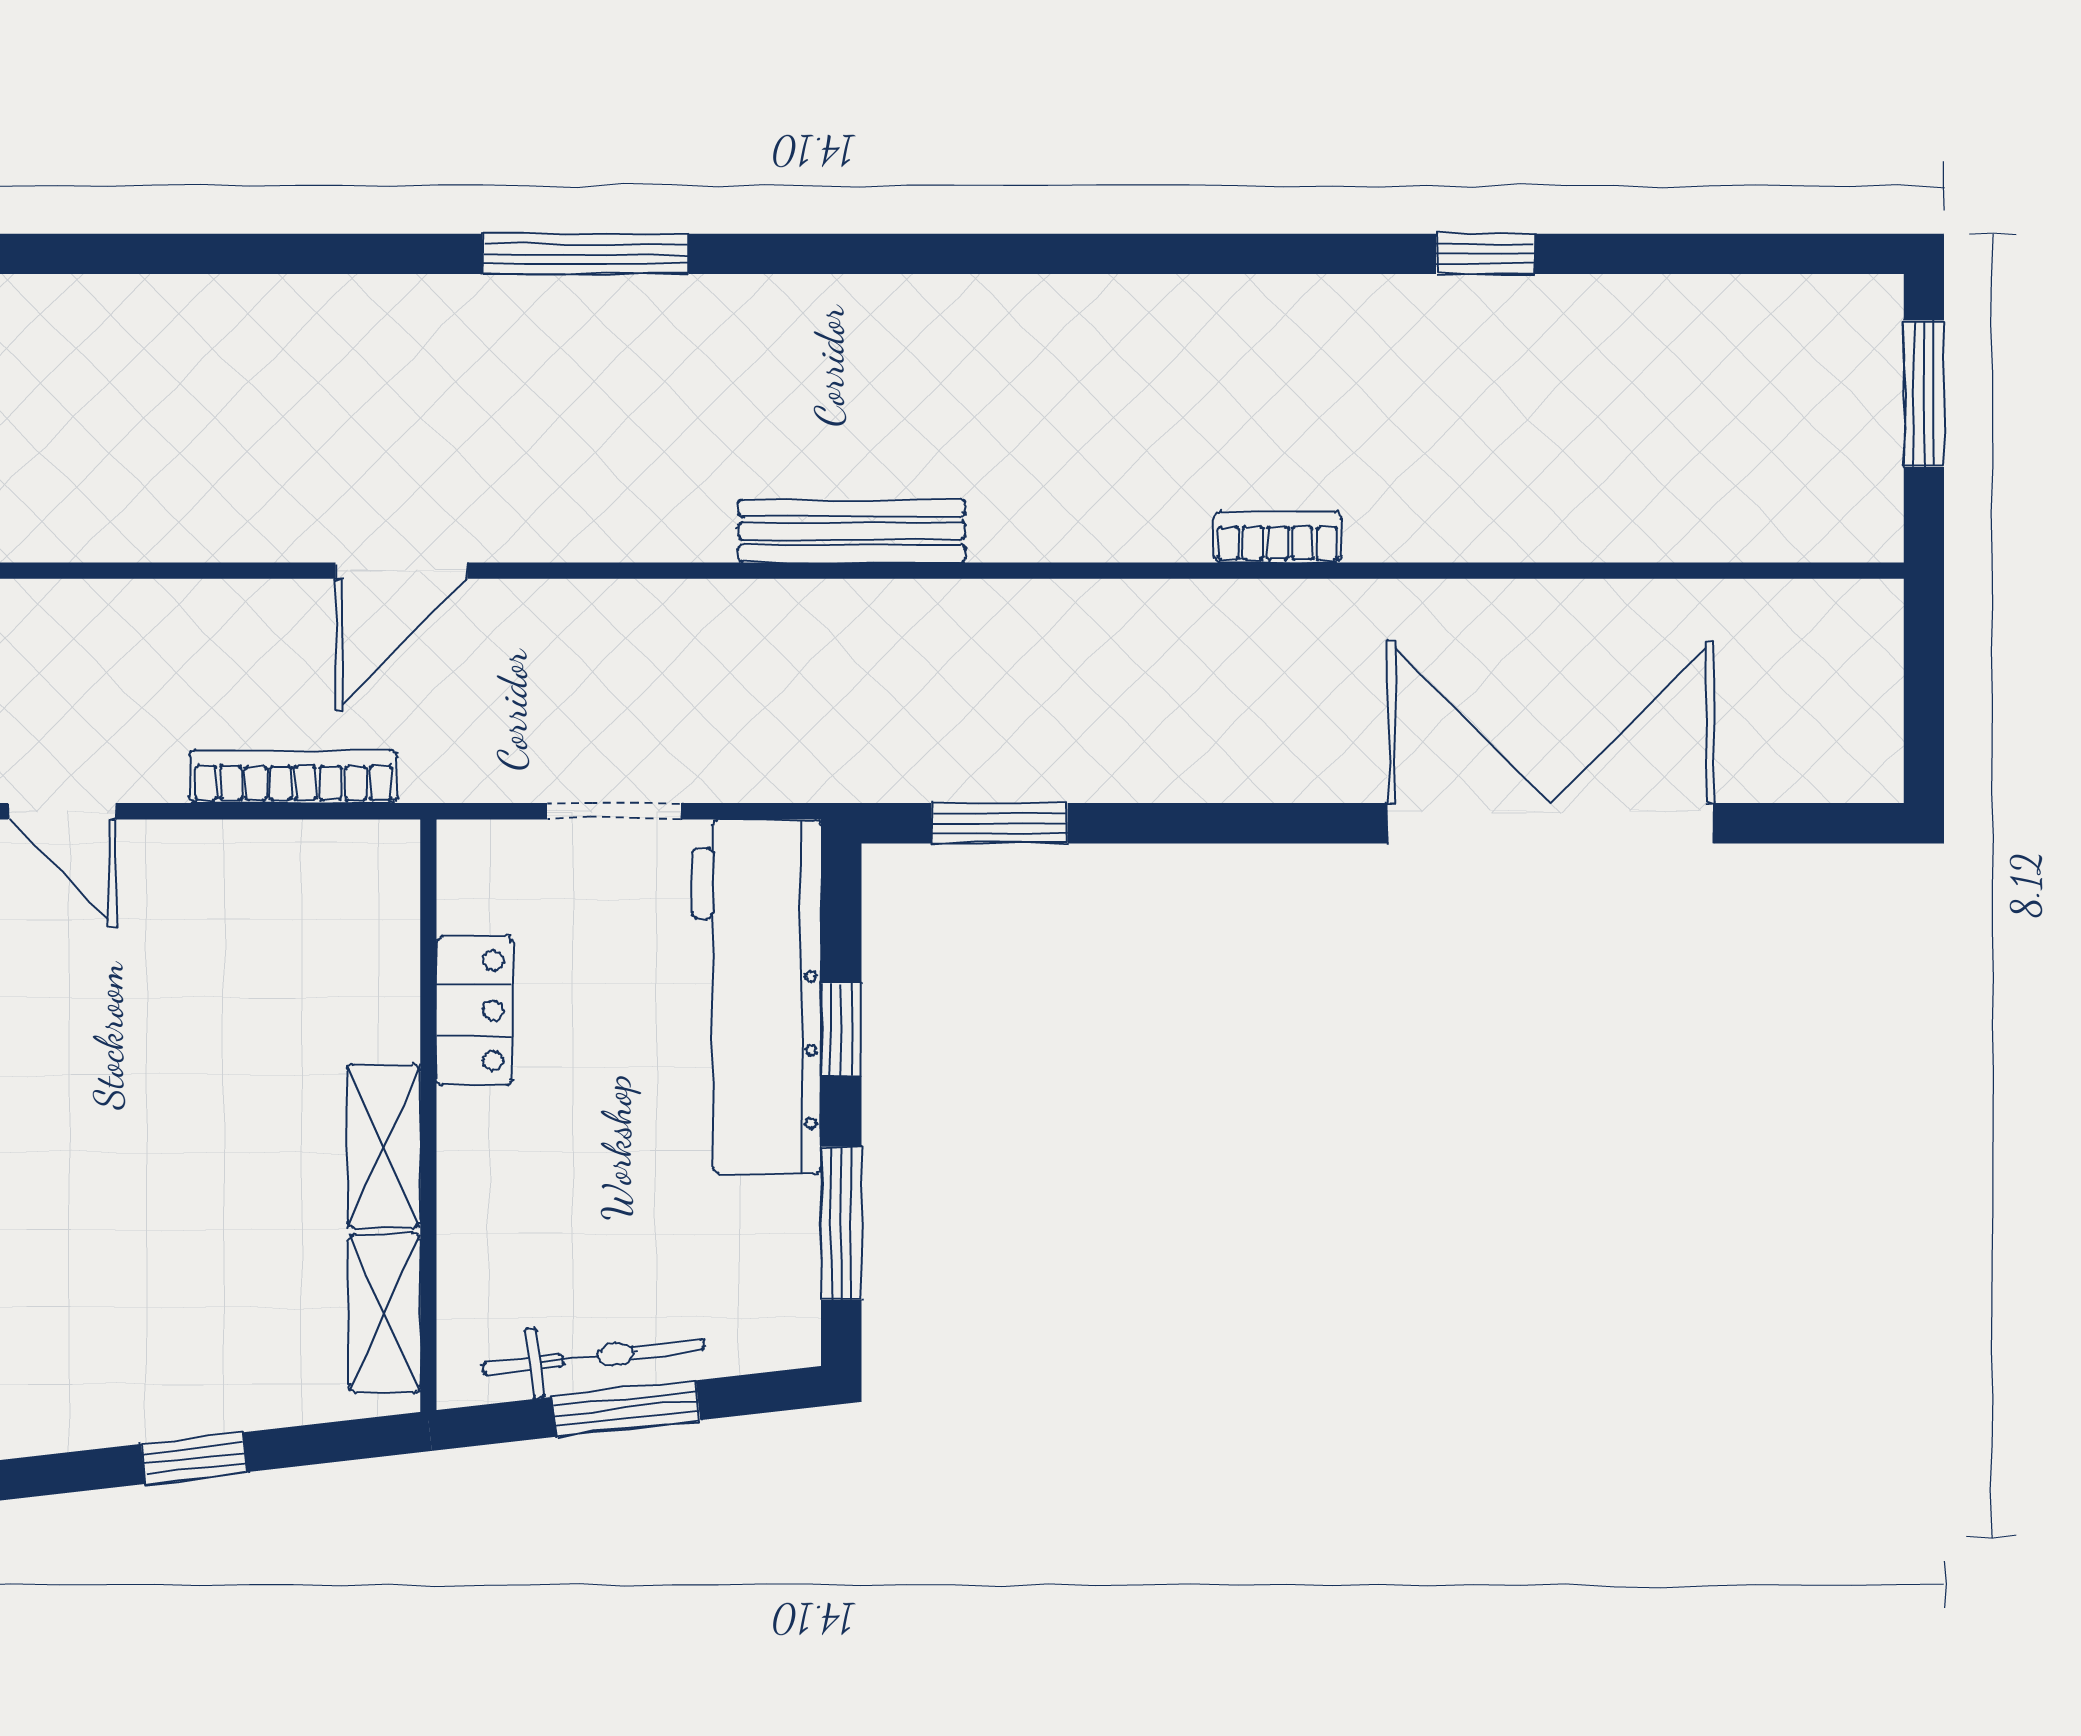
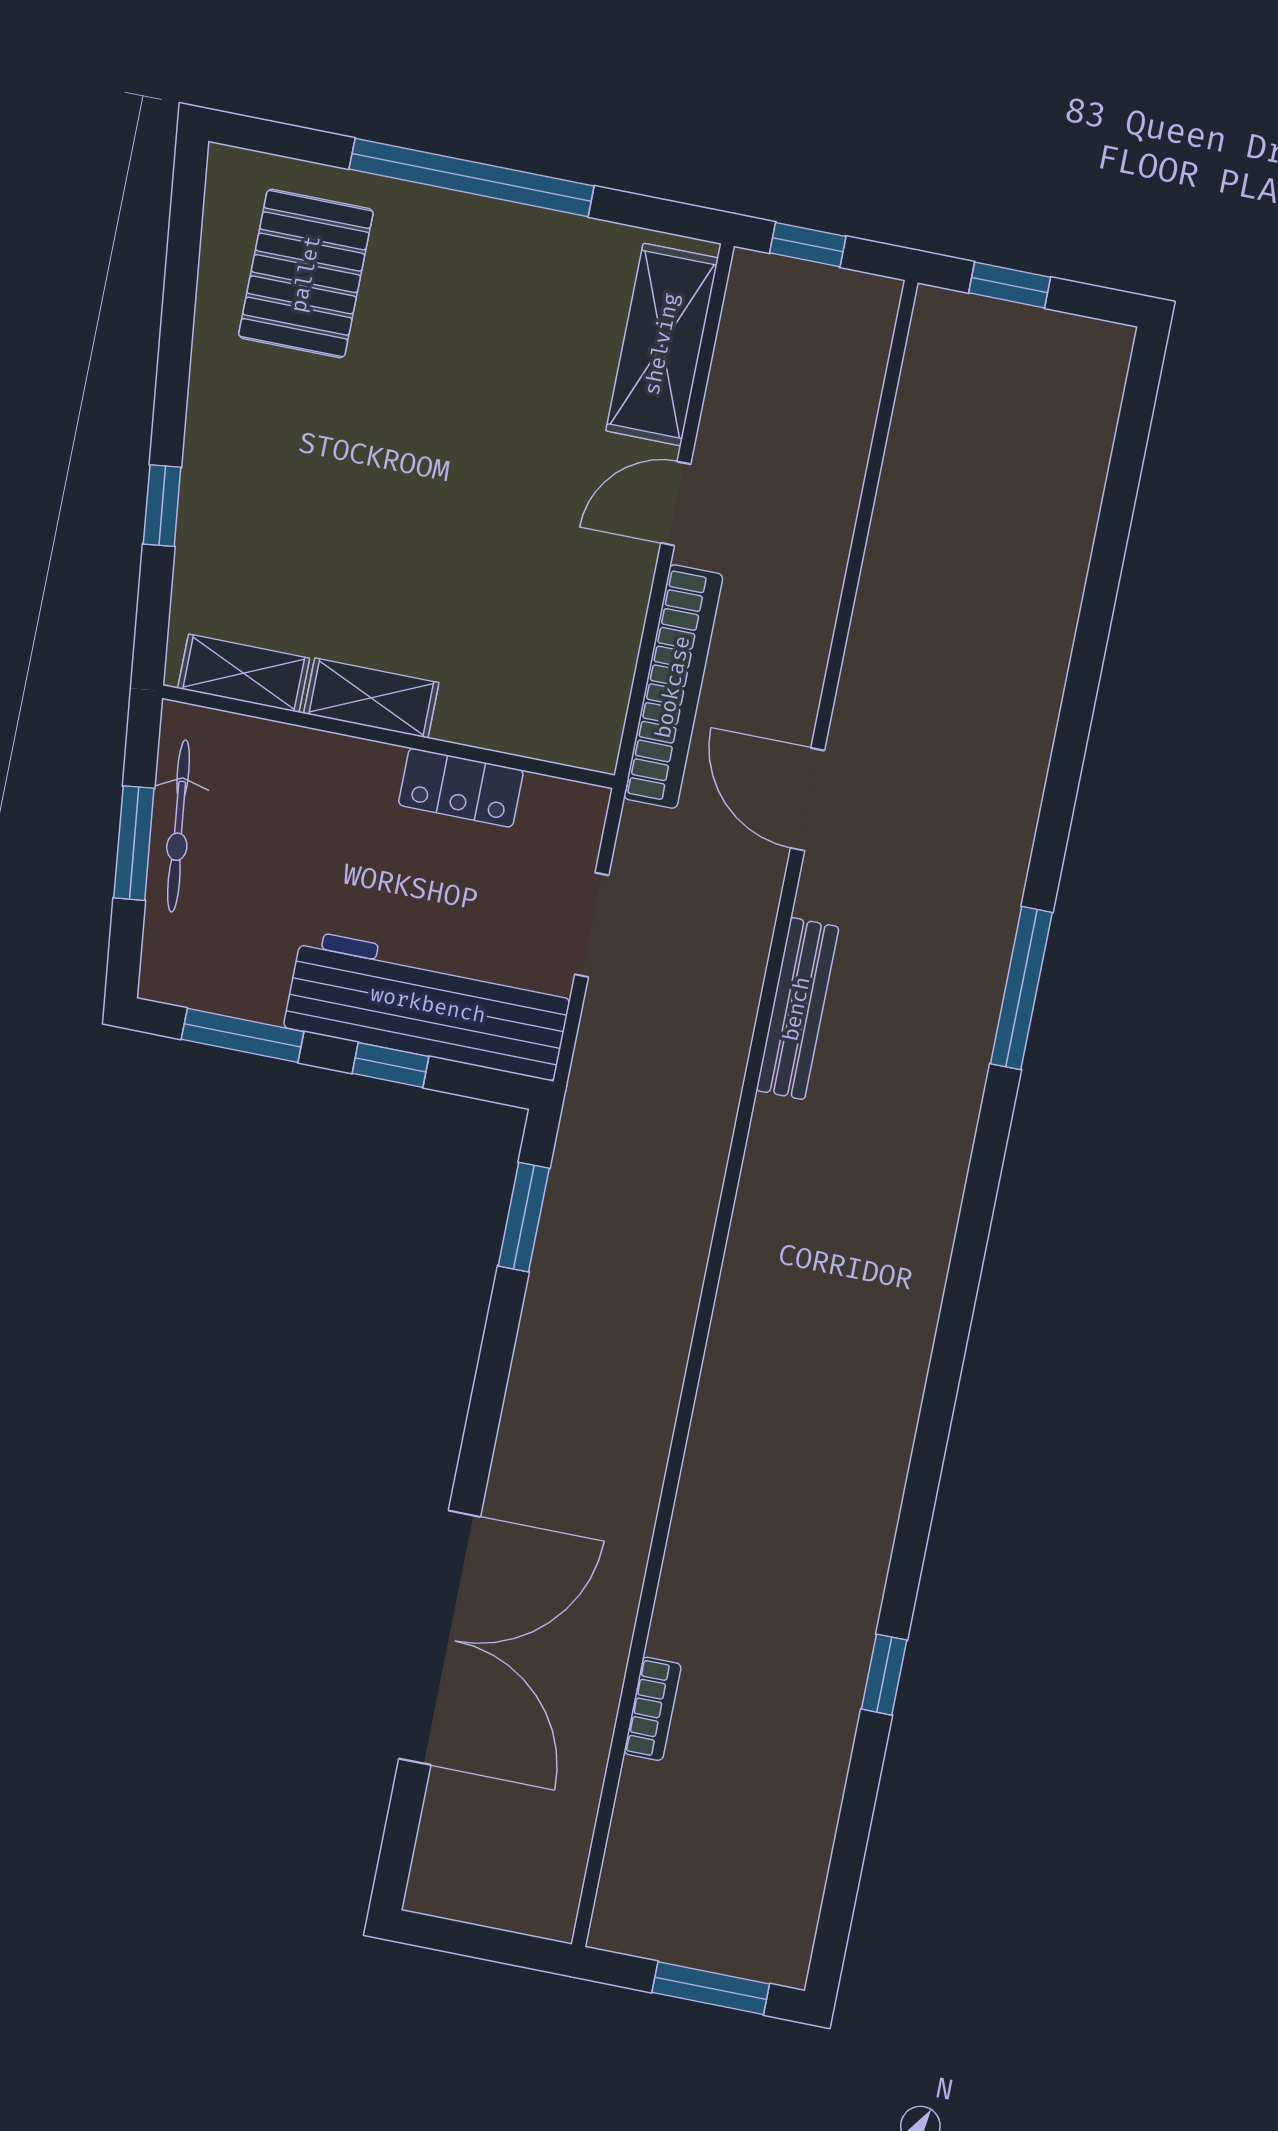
bench: (852, 531) -> (797, 1009), moved
bookcase: (1278, 537) -> (653, 1709), moved
bookcase: (293, 777) -> (673, 687), width x1.48, depth x1.31

